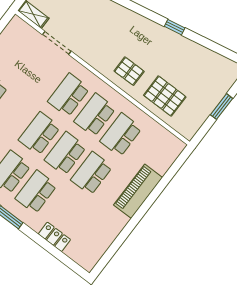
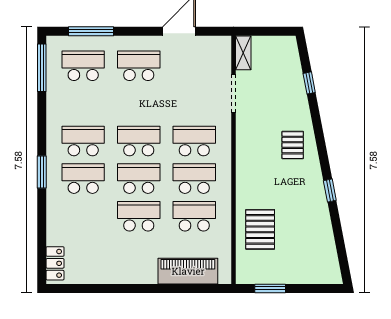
pallet: (129, 71) -> (293, 145), moved
window: (221, 107) -> (270, 288), moved
piano: (138, 191) -> (188, 271), moved
locker: (54, 237) -> (55, 263), moved

